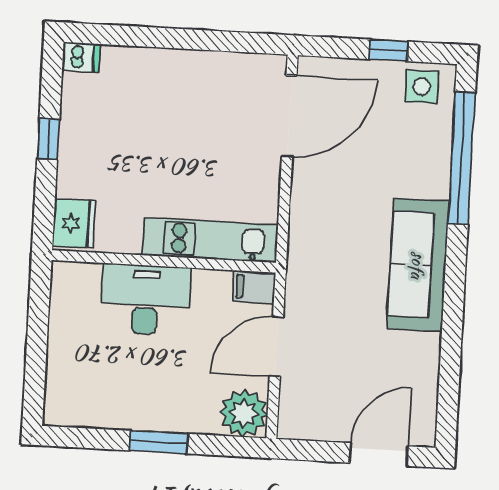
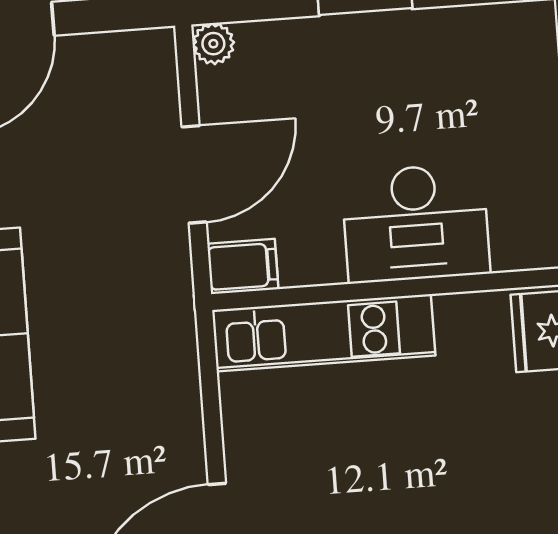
plant: (244, 413) -> (213, 44), width x0.53, depth x0.53

